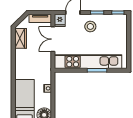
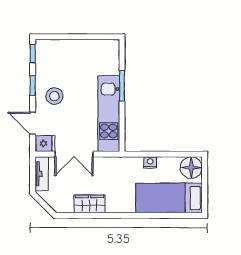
wardrobe: (21, 38) -> (90, 204), moved
kitchen unit: (88, 62) -> (109, 113), width x0.73

